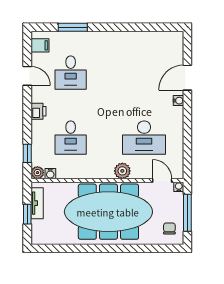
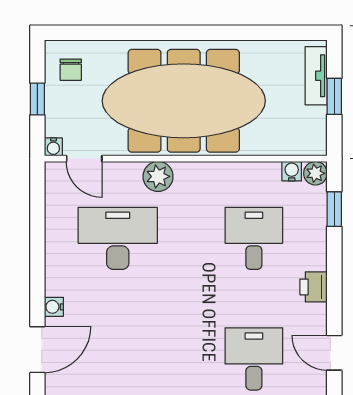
tv unit: (37, 203) -> (316, 76), moved
window: (187, 213) -> (37, 99), width x0.46

